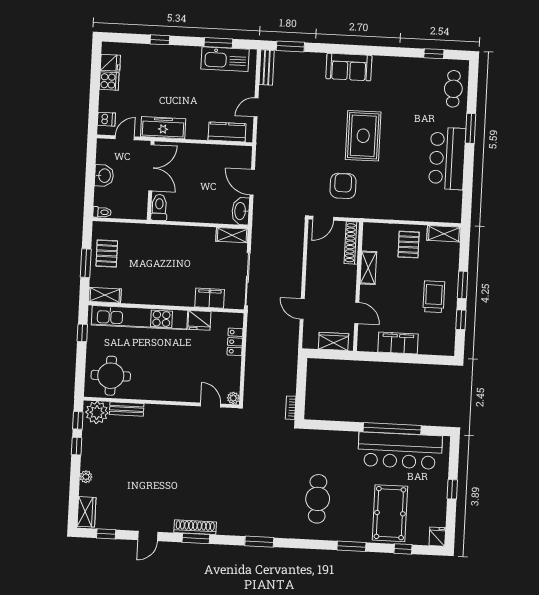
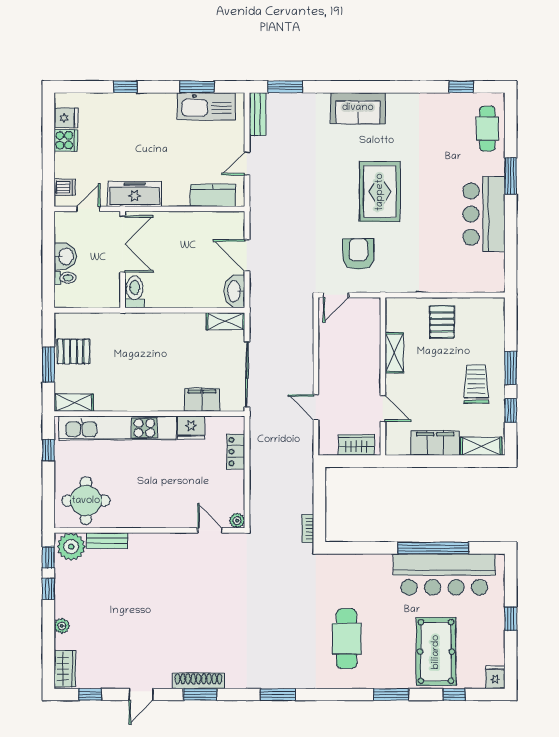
toilet: (102, 212) -> (65, 278), moved
shelving: (444, 234) -> (481, 446), moved
shoe rack: (352, 243) -> (373, 323), removed
pallet: (107, 253) -> (73, 351), turned 90

